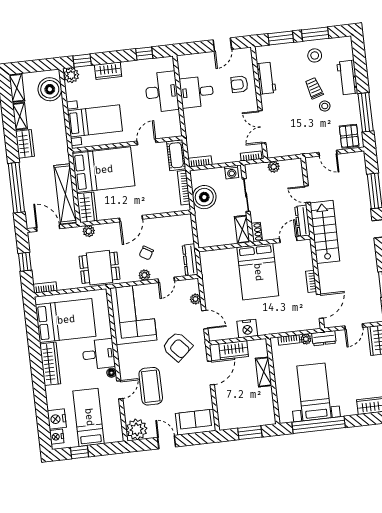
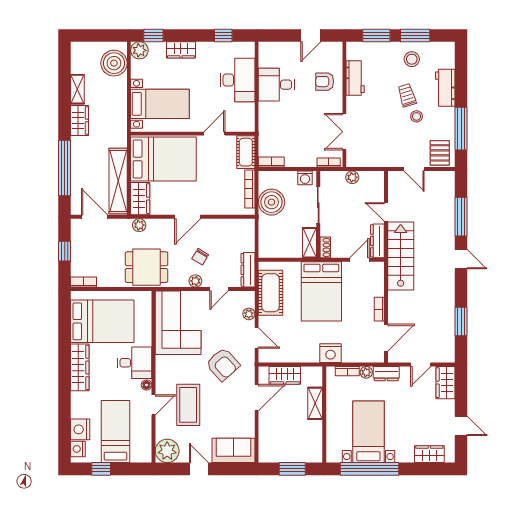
shelving: (17, 88) -> (78, 58), removed
cot: (213, 278) -> (271, 293), added
nightstand: (247, 329) -> (331, 353), moved

